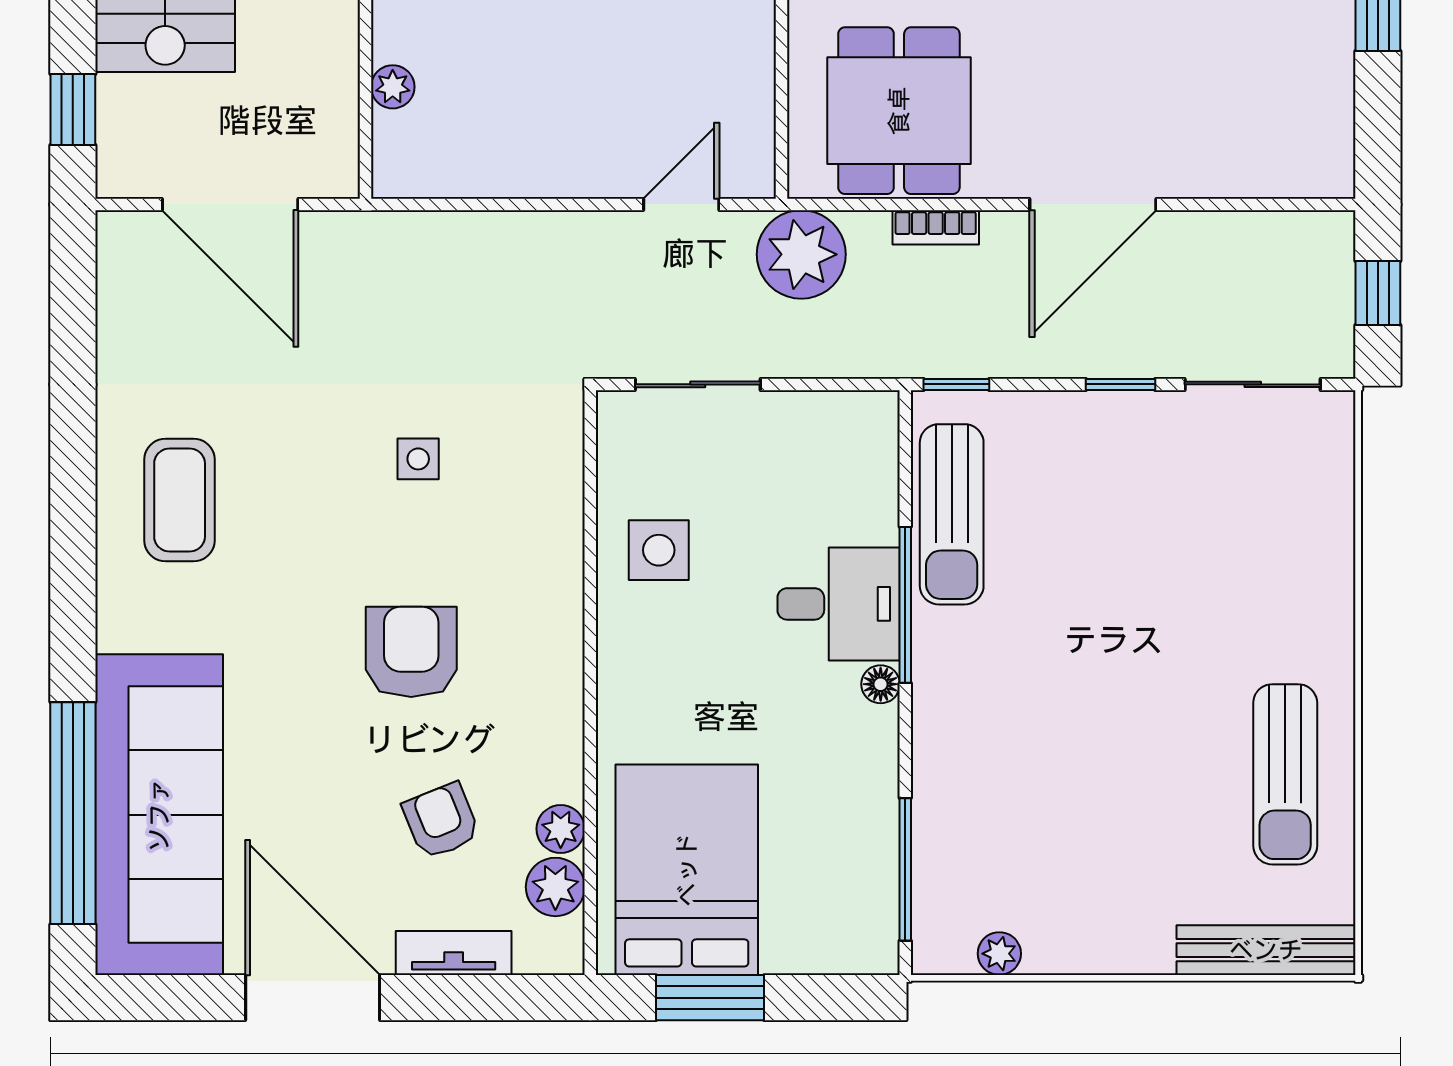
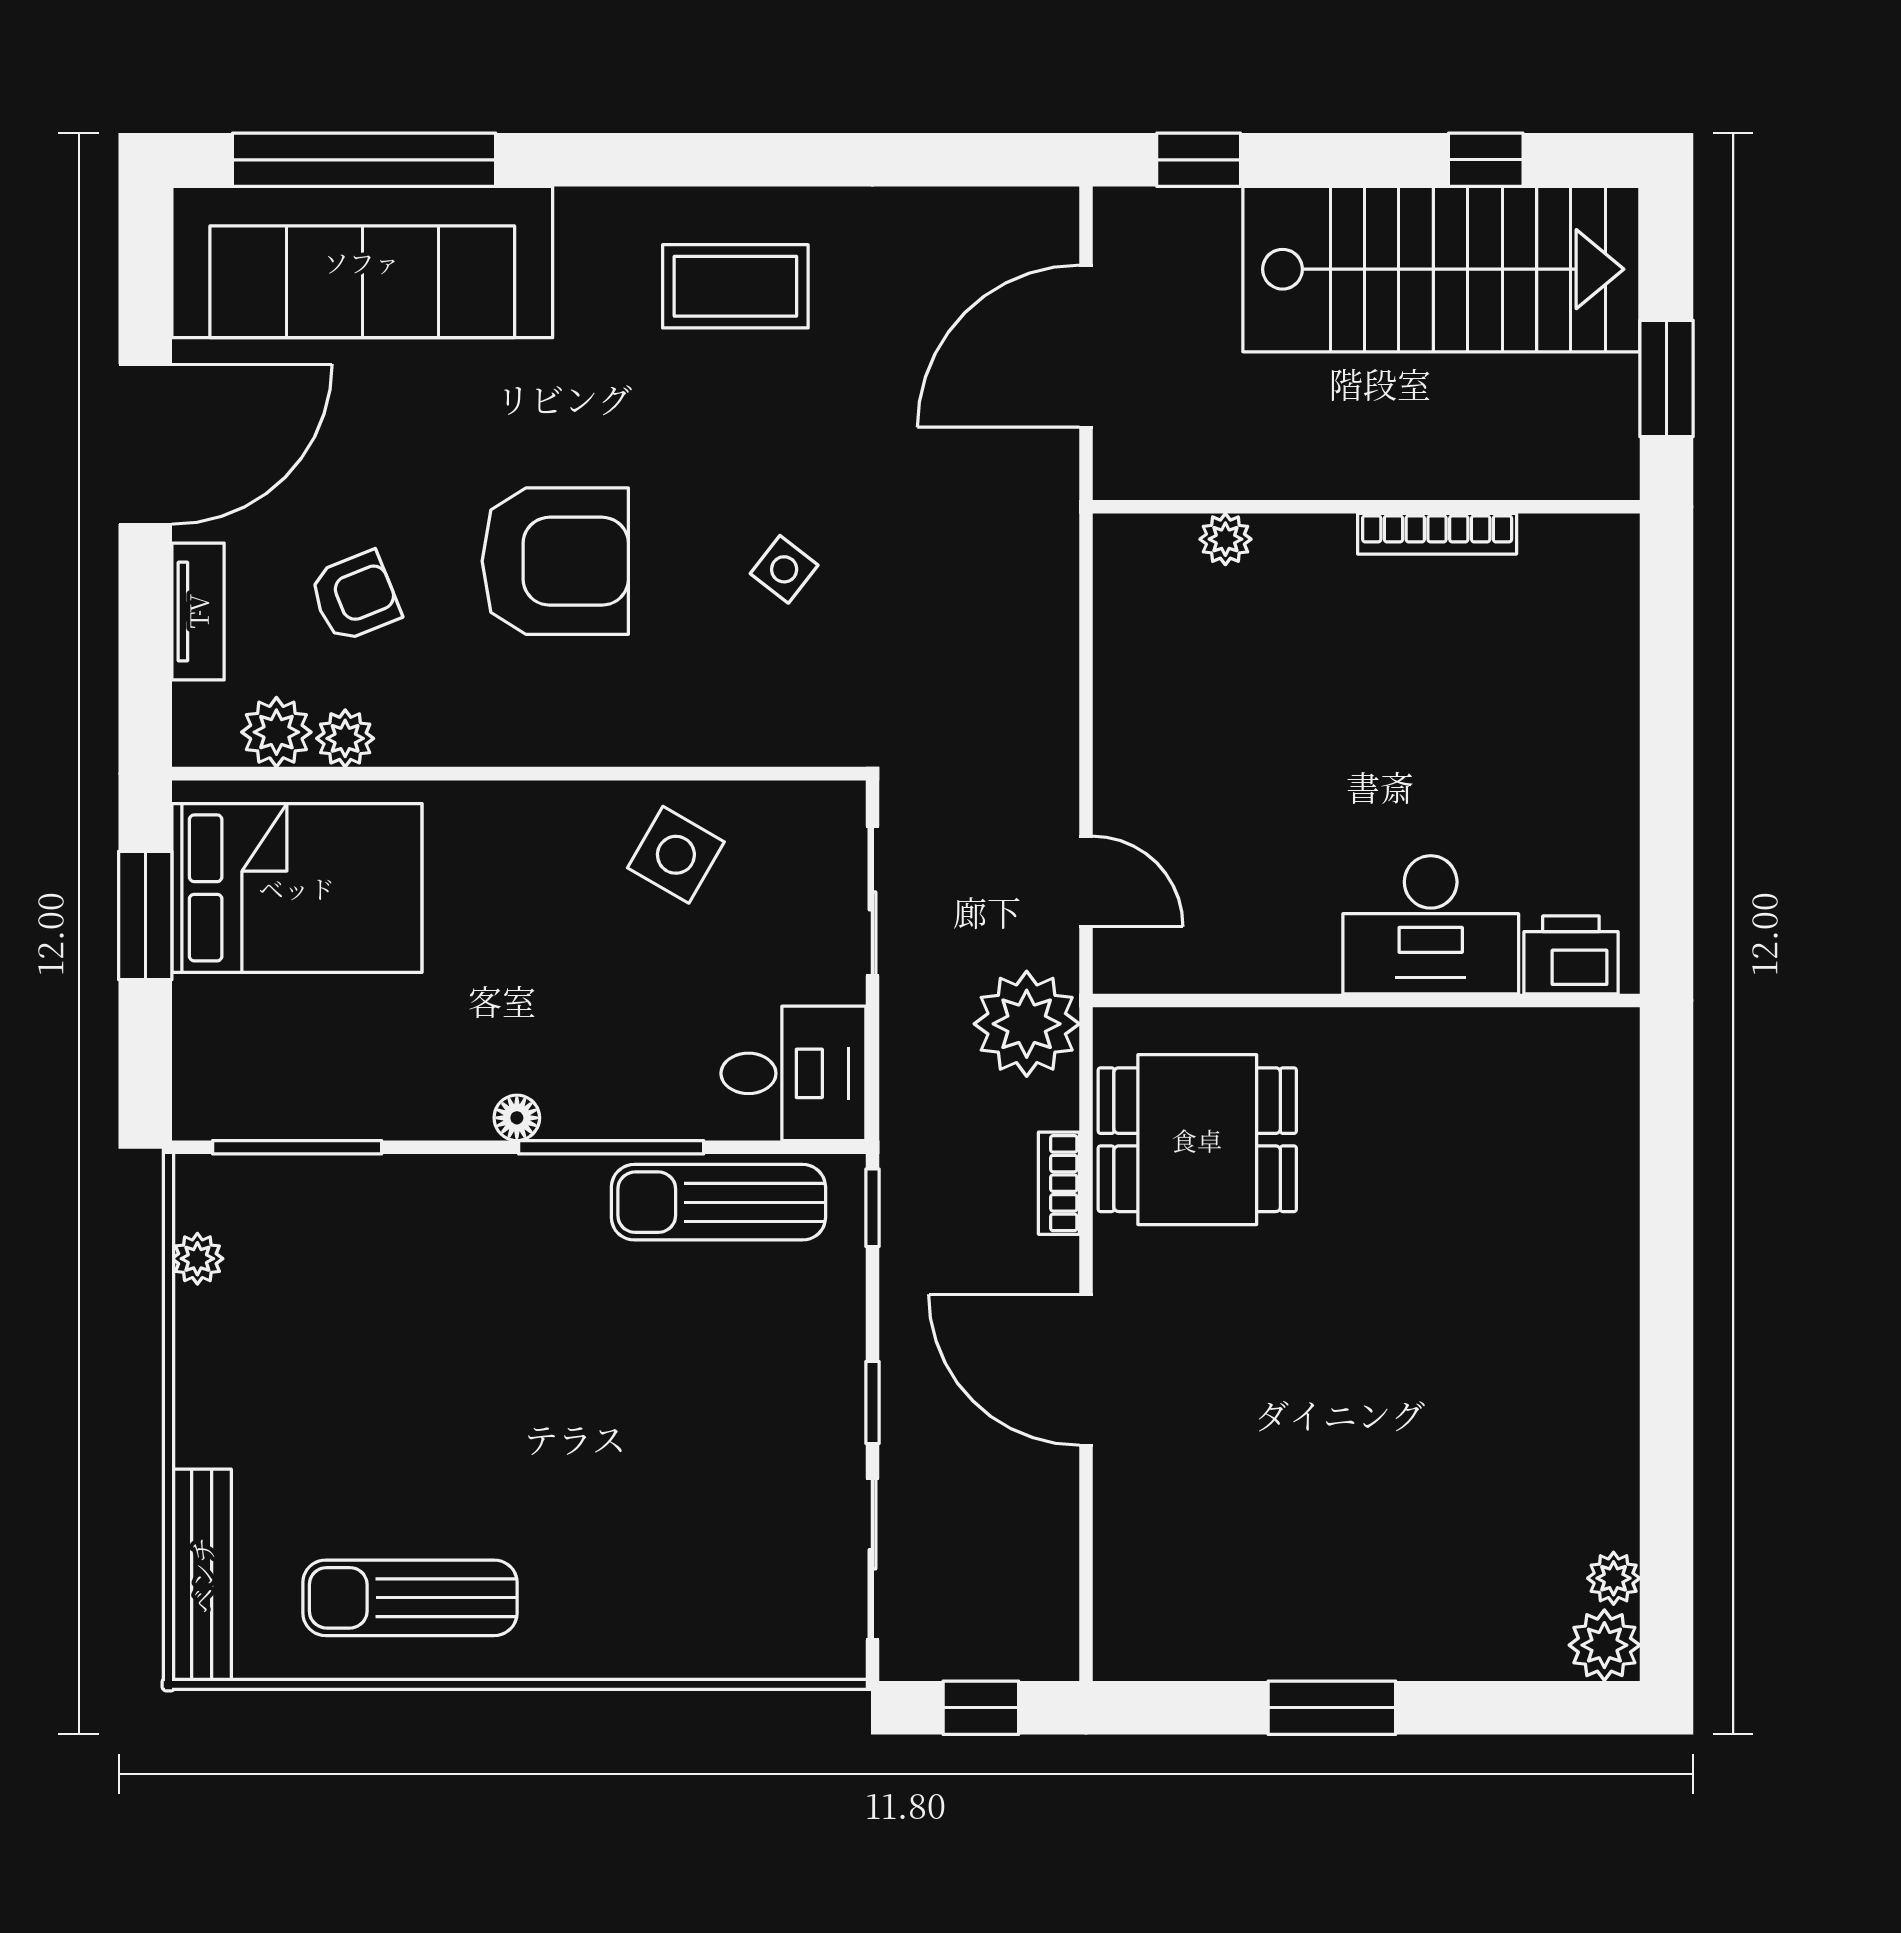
side table: (418, 459) -> (784, 569), turned 38
side table: (659, 550) -> (676, 855), turned 30
desk: (839, 604) -> (793, 1073), moved, turned -90
armchair: (411, 652) -> (555, 561), width x1.36, depth x1.36

